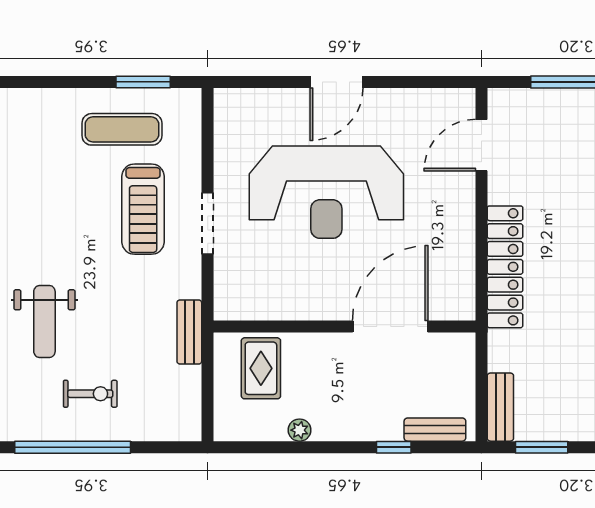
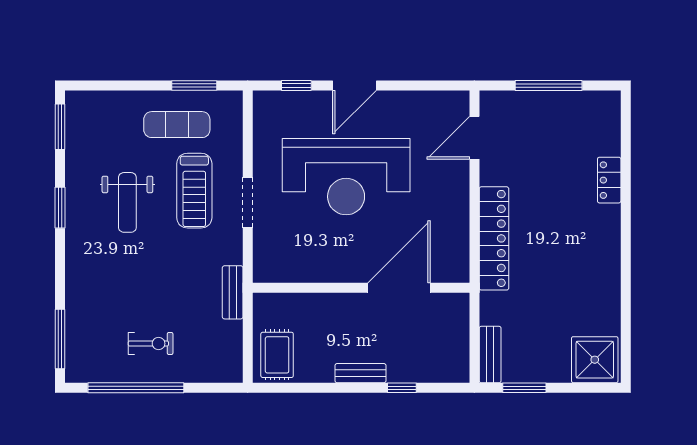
window: (266, 82) -> (296, 85), added
weight bench: (44, 321) -> (127, 202), moved
rug: (261, 368) -> (277, 355), moved
plant: (300, 430) -> (324, 374), removed
bench: (435, 430) -> (360, 373), moved

